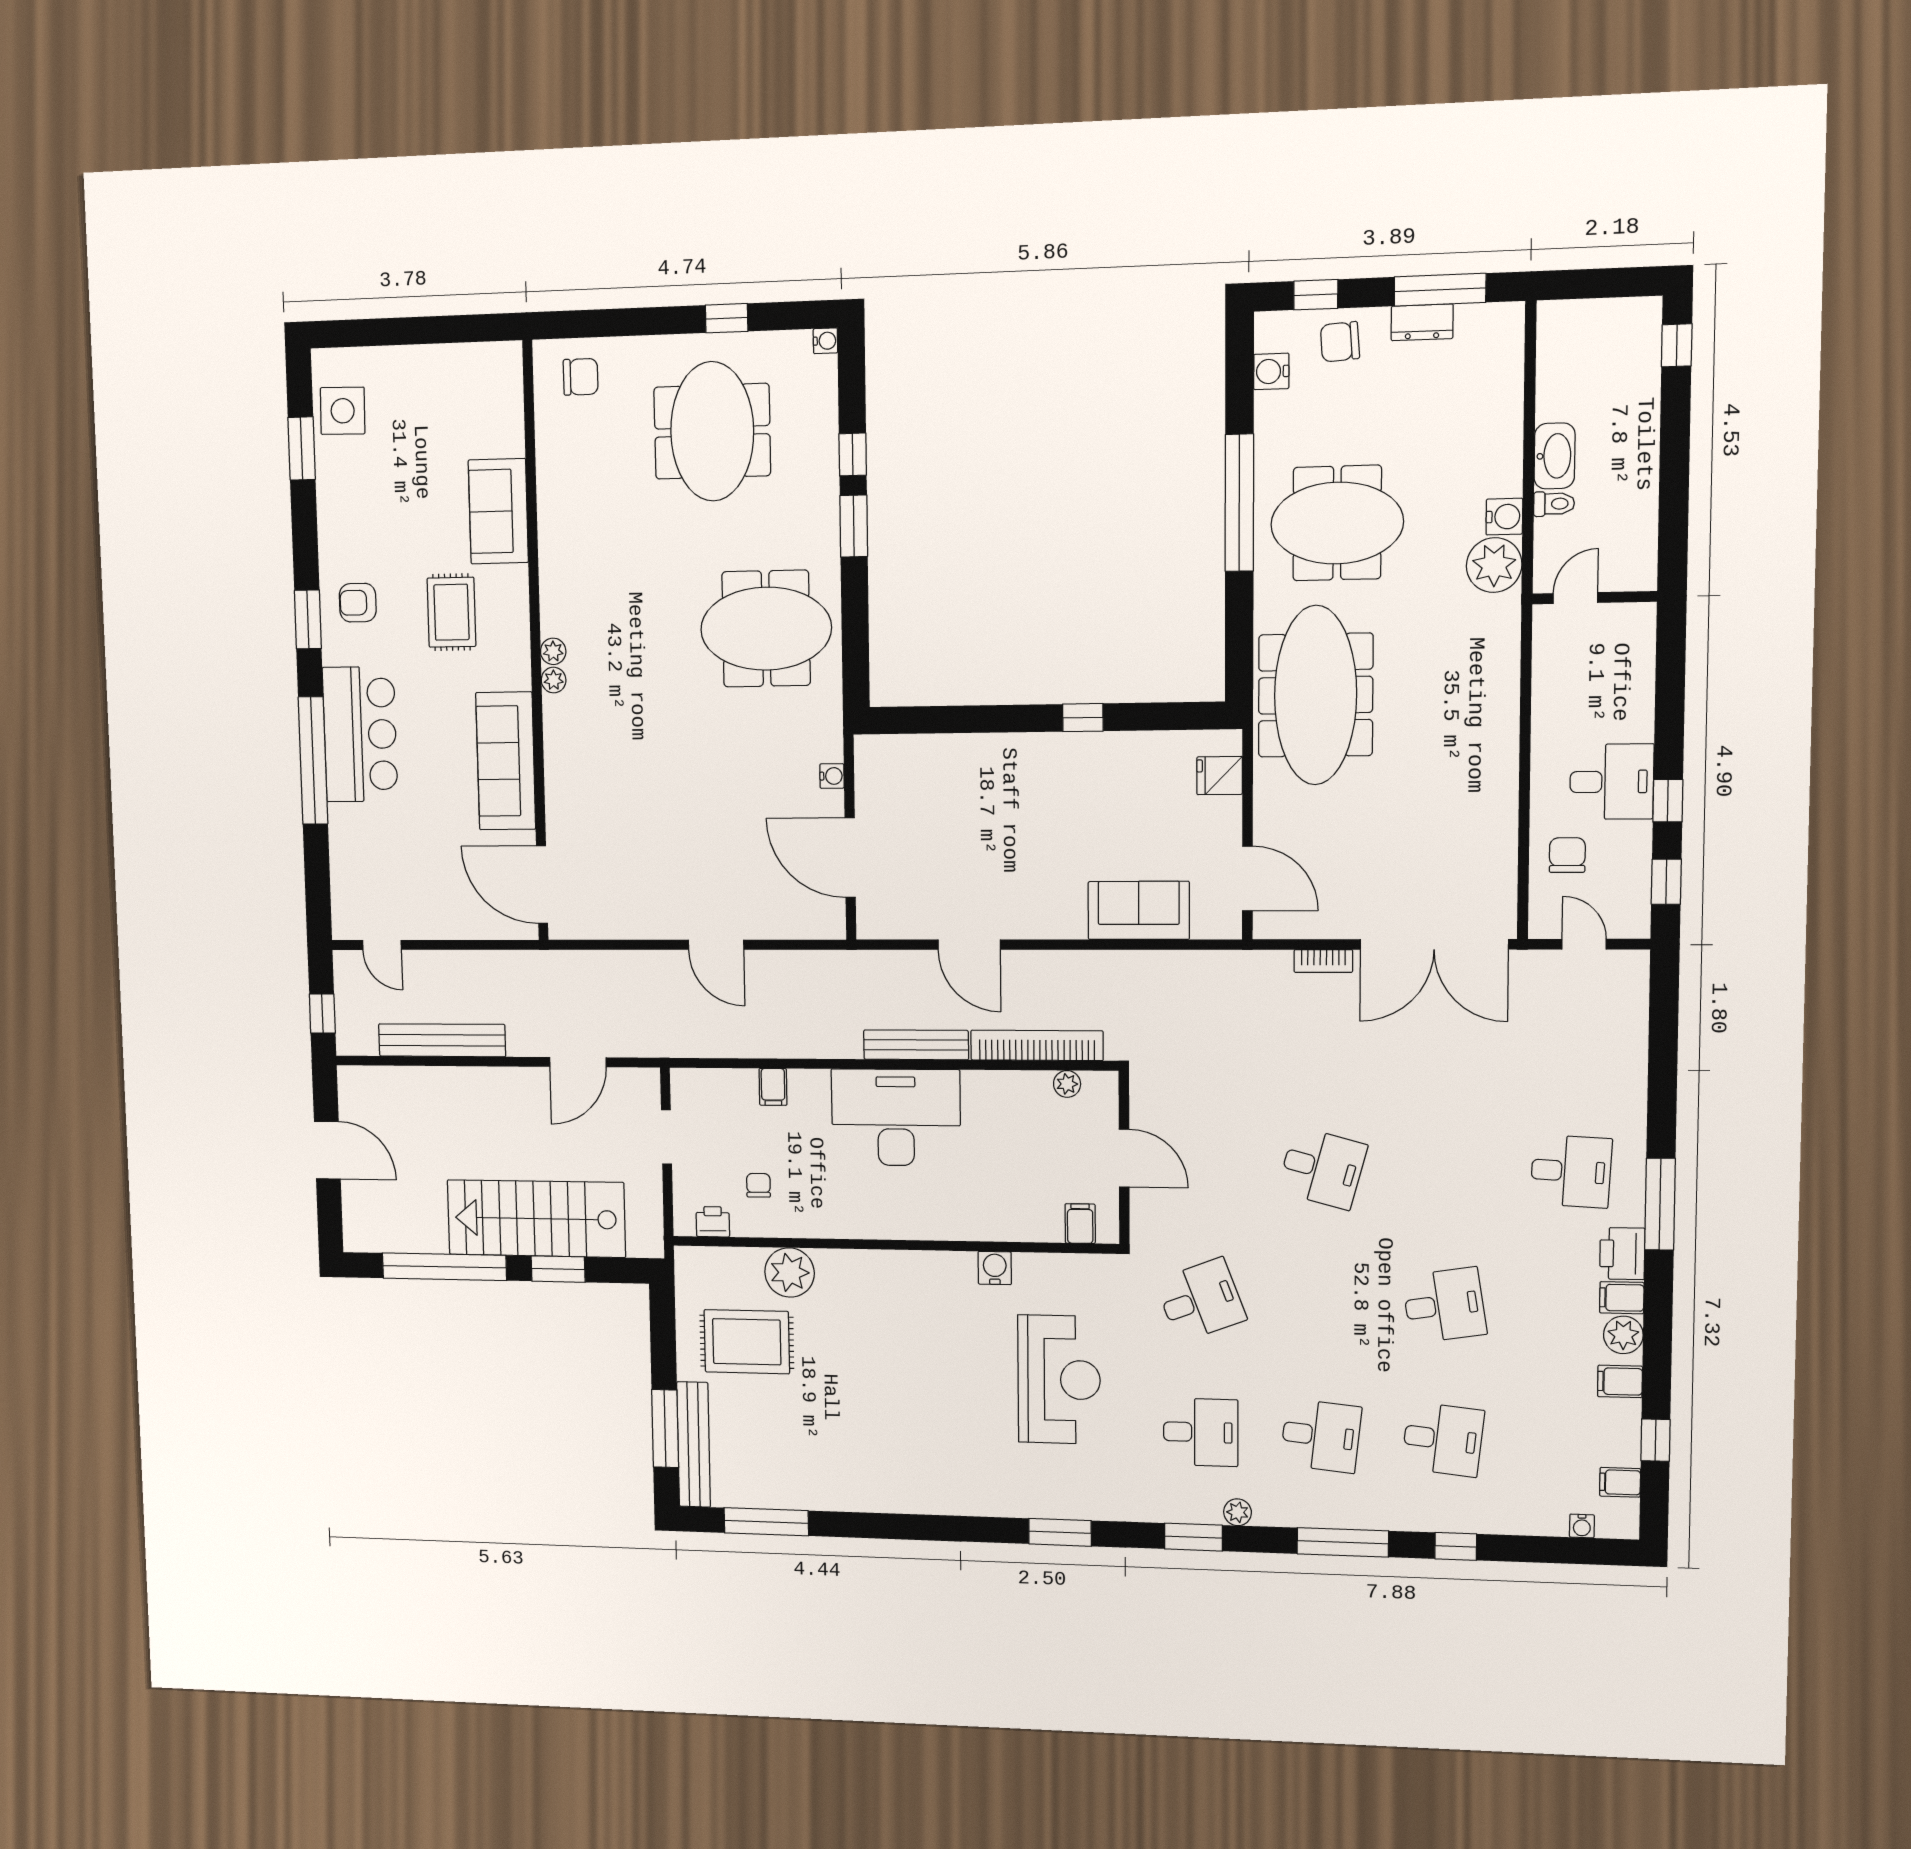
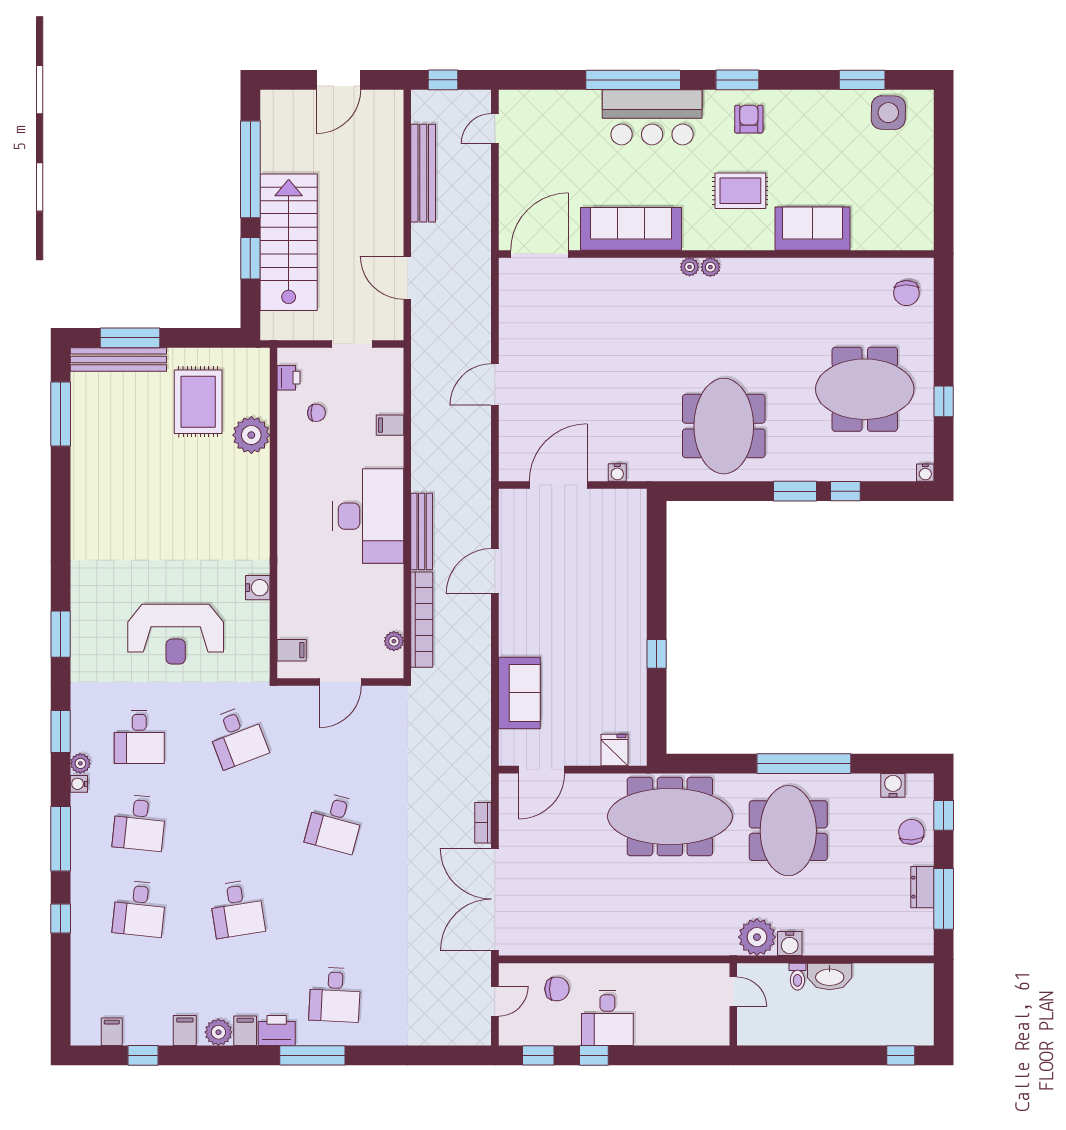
water cooler: (1582, 1526) -> (79, 784), moved

